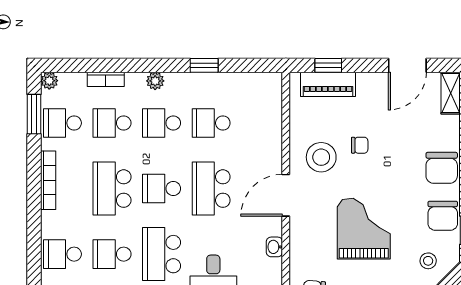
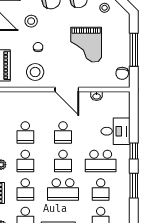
stool: (405, 133) -> (31, 21), added
stool: (321, 157) -> (35, 72), moved
school desk: (211, 189) -> (63, 132), width x0.54
grand piano: (364, 229) -> (86, 45), turned -90

